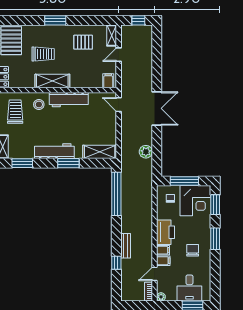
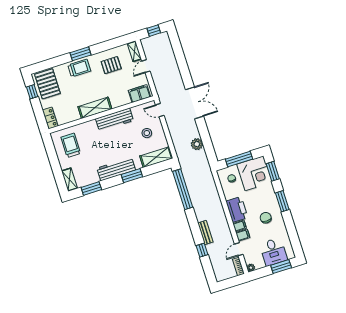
trolley: (43, 54) -> (79, 68), moved
filing cabinet: (108, 81) -> (139, 94), width x2.00
stool: (39, 105) -> (147, 133), moved

